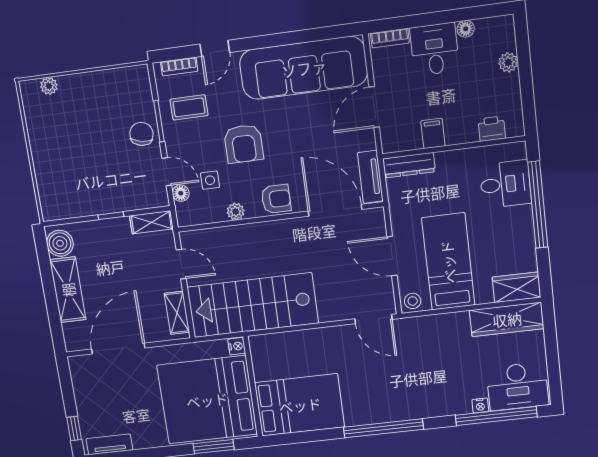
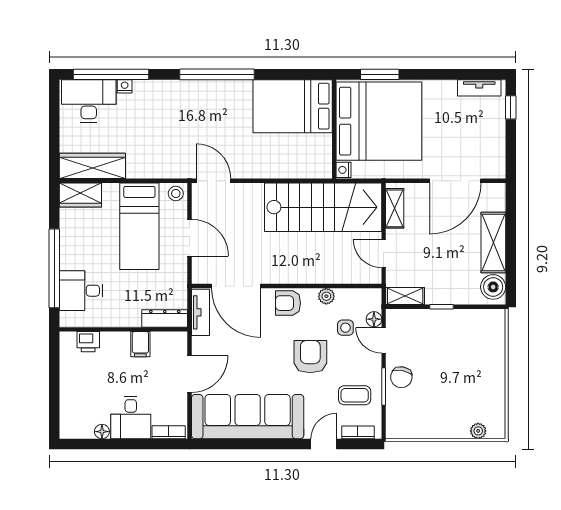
plant: (508, 62) -> (68, 398), removed

